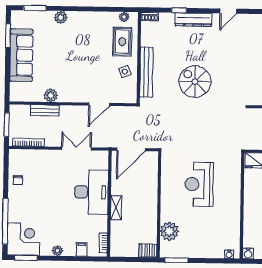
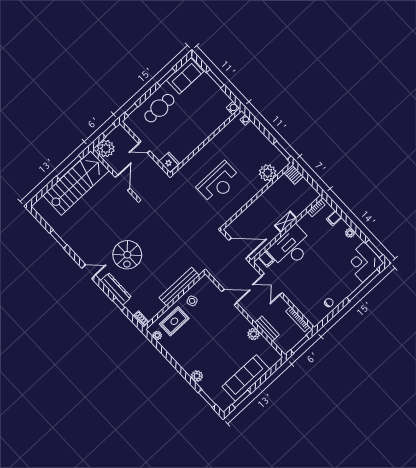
spiral stairs: (195, 82) -> (127, 255), moved
filing cabinet: (101, 163) -> (266, 259), added

